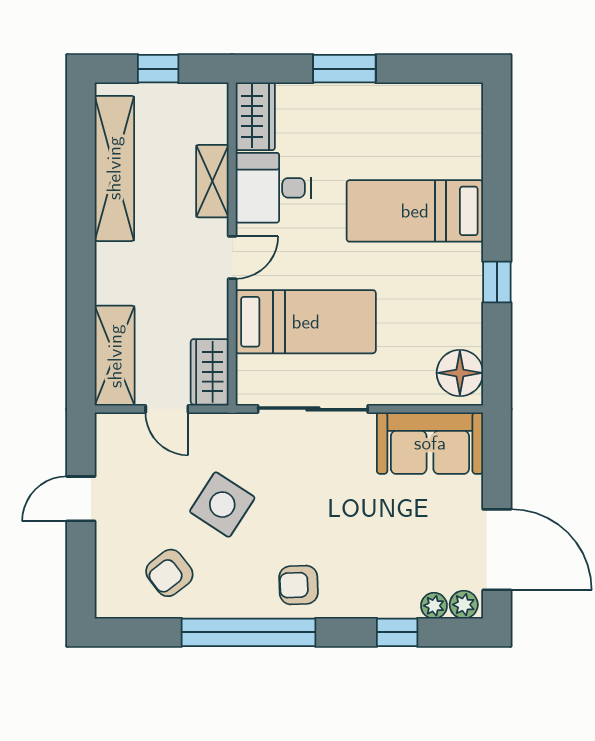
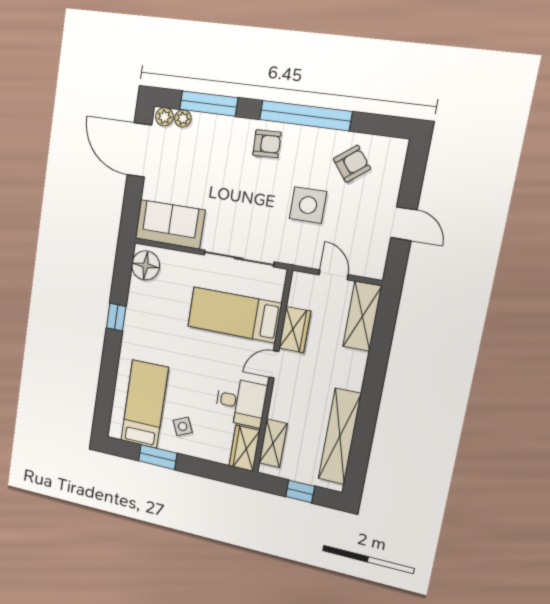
window: (344, 69) -> (158, 457), moved
side table: (360, 128) -> (183, 426), added
shelving: (212, 181) -> (273, 443), moved
bed: (415, 211) -> (145, 404), moved, turned -90
wardrobe: (210, 372) -> (295, 330), moved
door: (81, 499) -> (404, 224), hinge flipped
side table: (222, 505) -> (308, 205), turned -33
window: (397, 632) -> (209, 104), width x2.17

